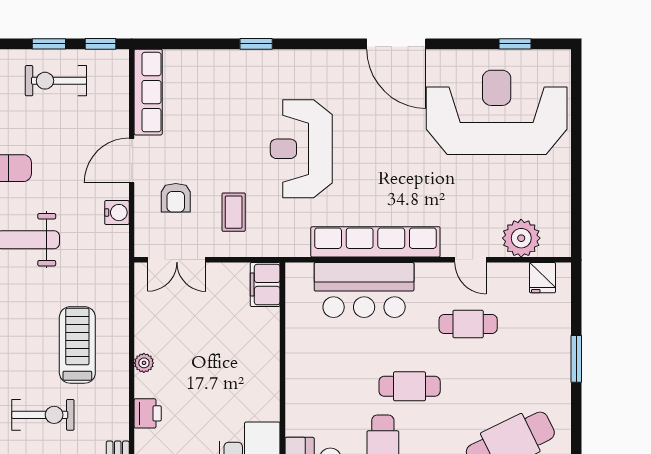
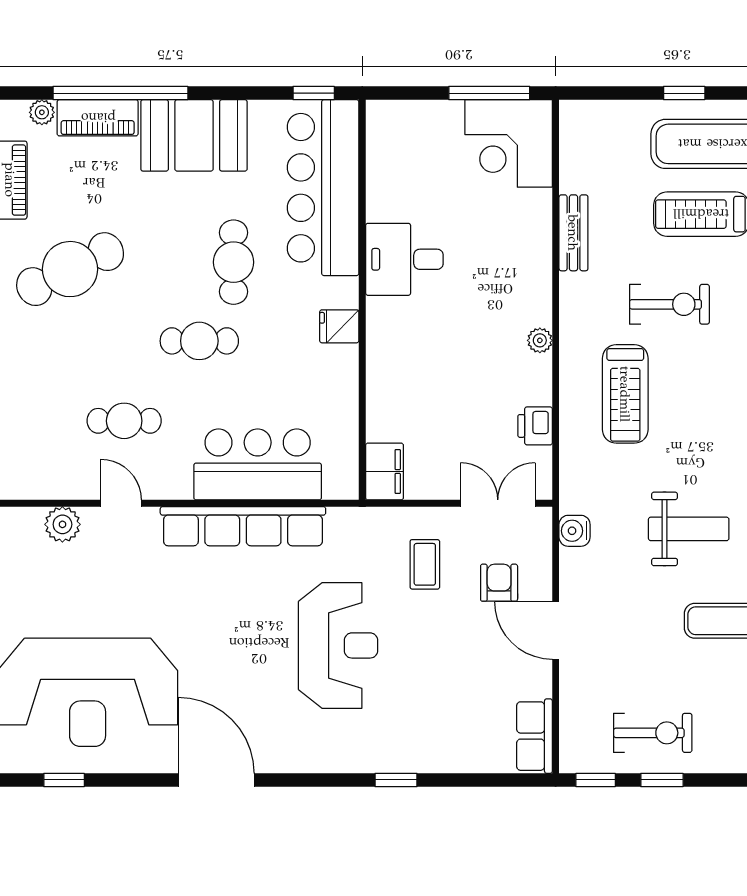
row of seats: (148, 92) -> (534, 736), width x0.68
door: (132, 161) -> (556, 630), swing flipped
water cooler: (117, 213) -> (575, 531), moved
plant: (521, 238) -> (62, 524), width x0.73, depth x0.73
fridge: (543, 278) -> (339, 326), moved, turned -90
plant: (144, 363) -> (540, 340), moved
printer: (148, 413) -> (535, 426), moved
exercise bike: (43, 415) -> (669, 304), turned 180

